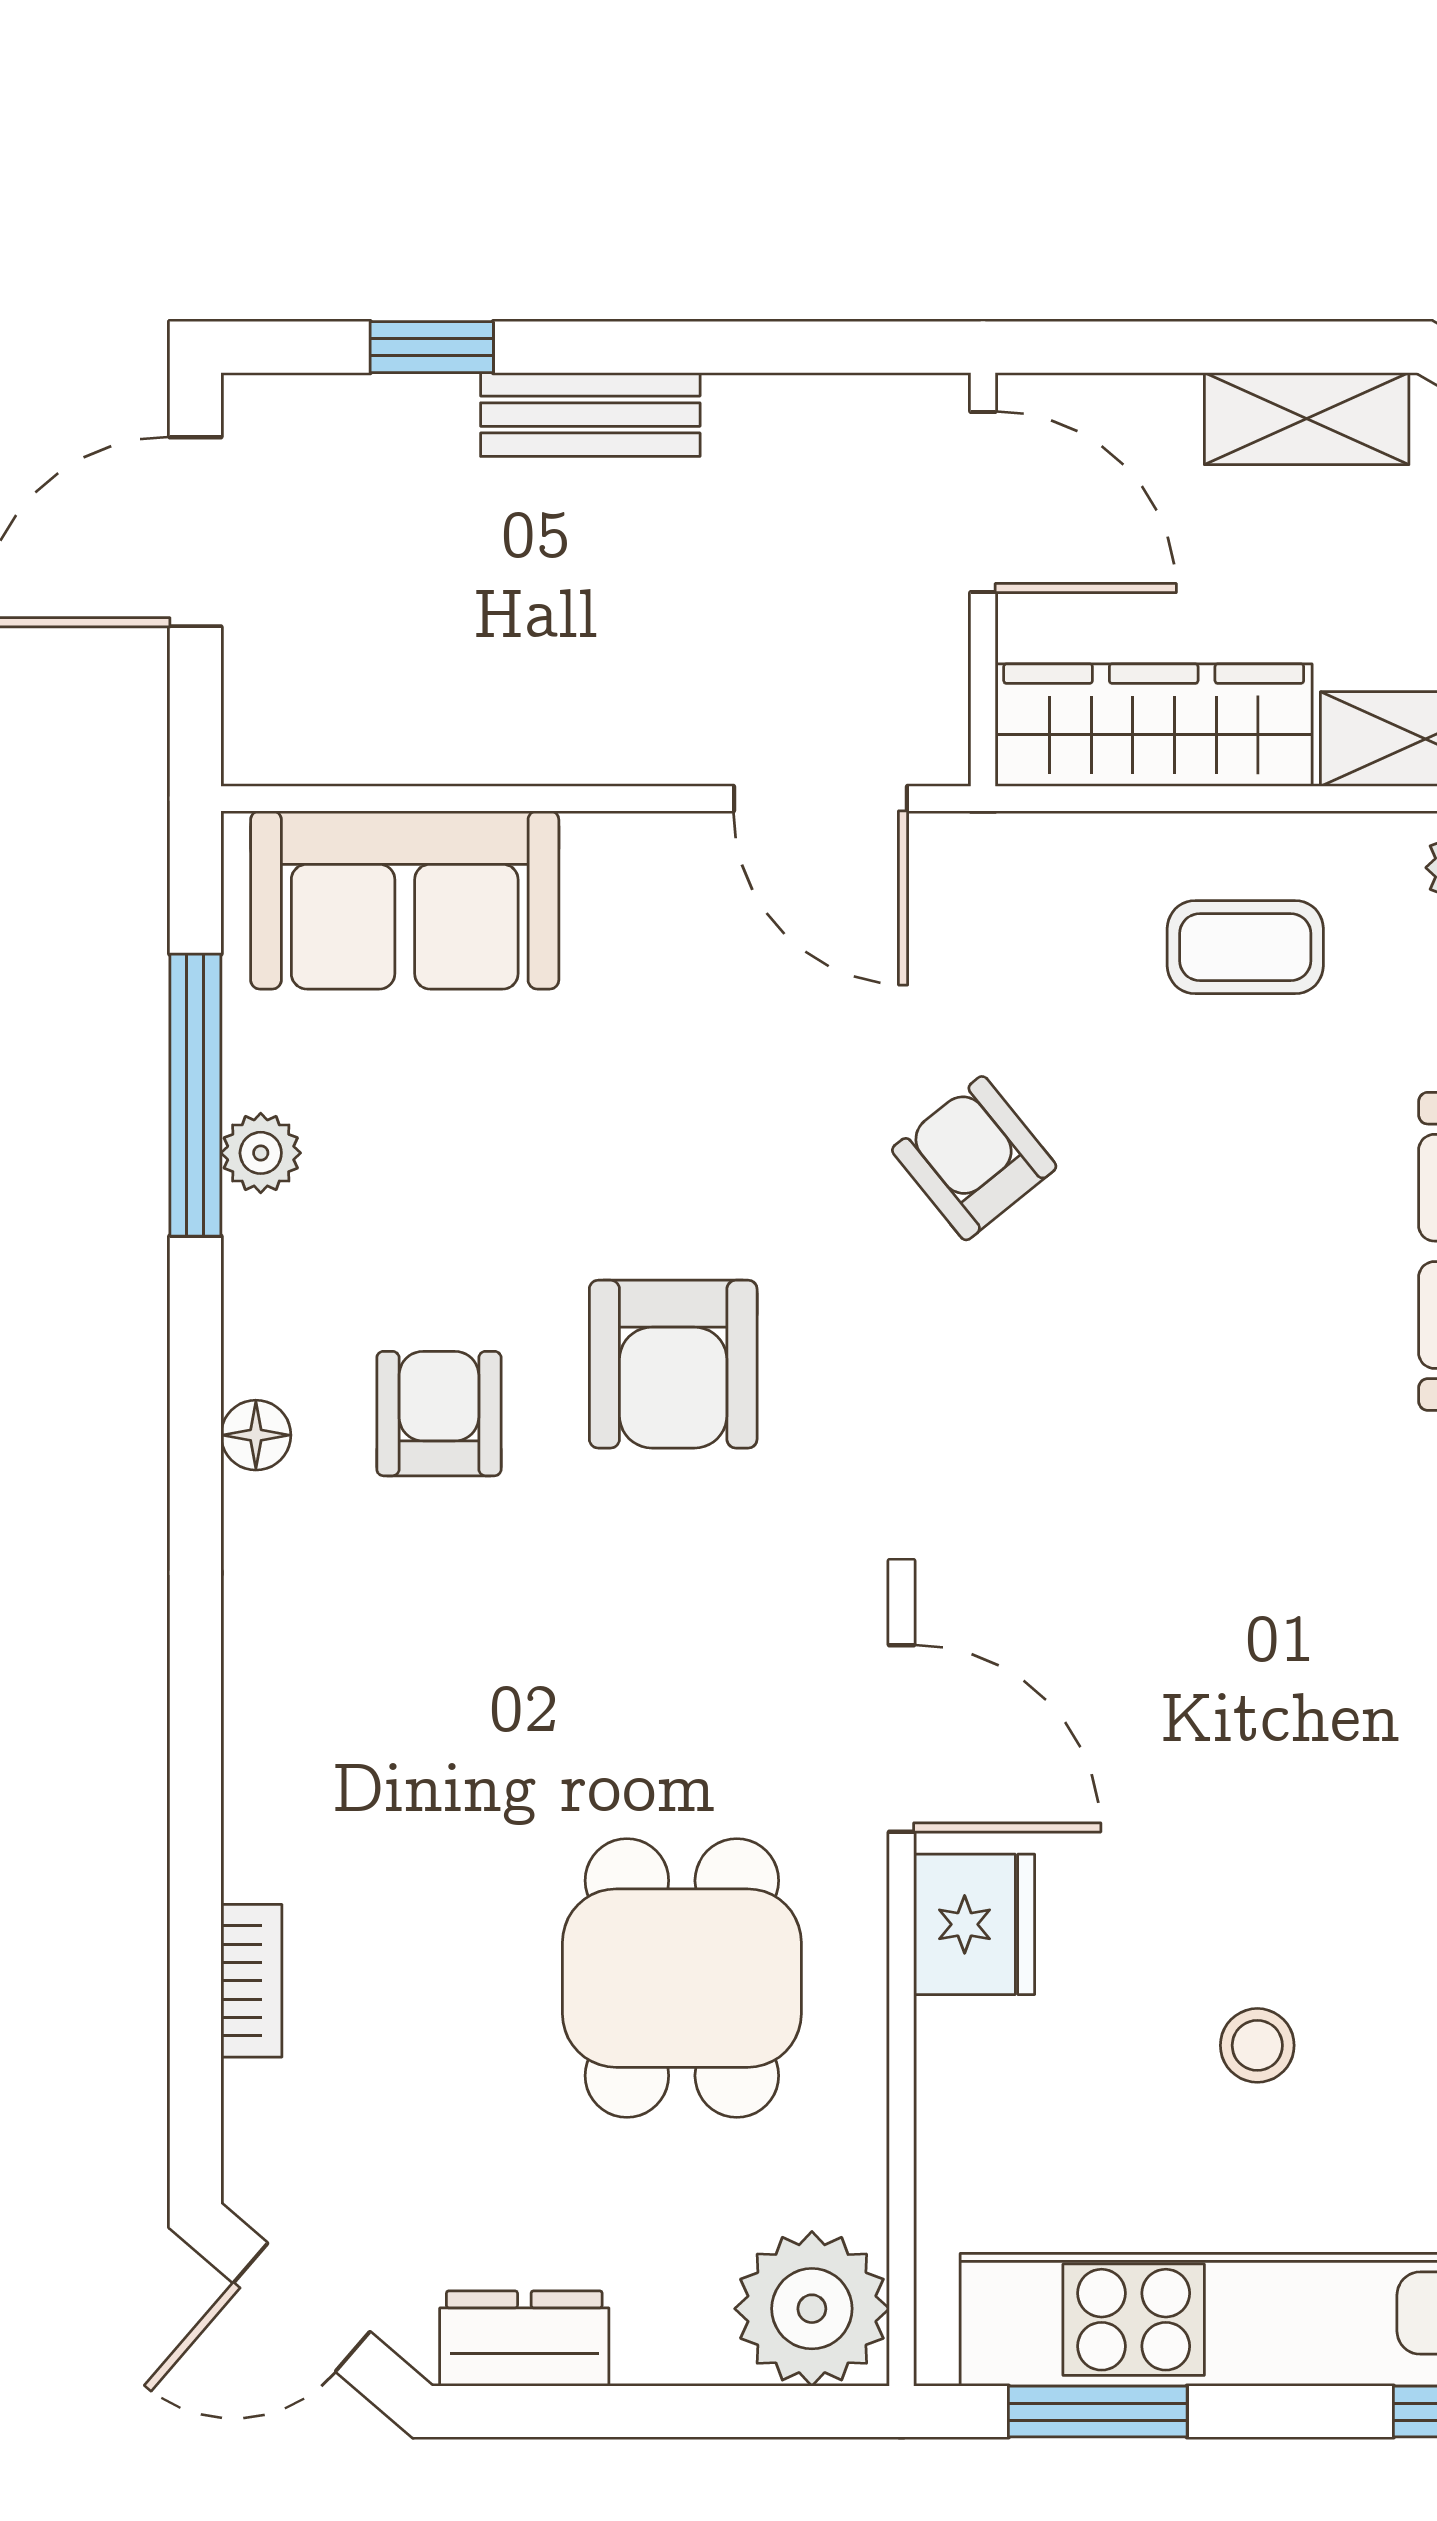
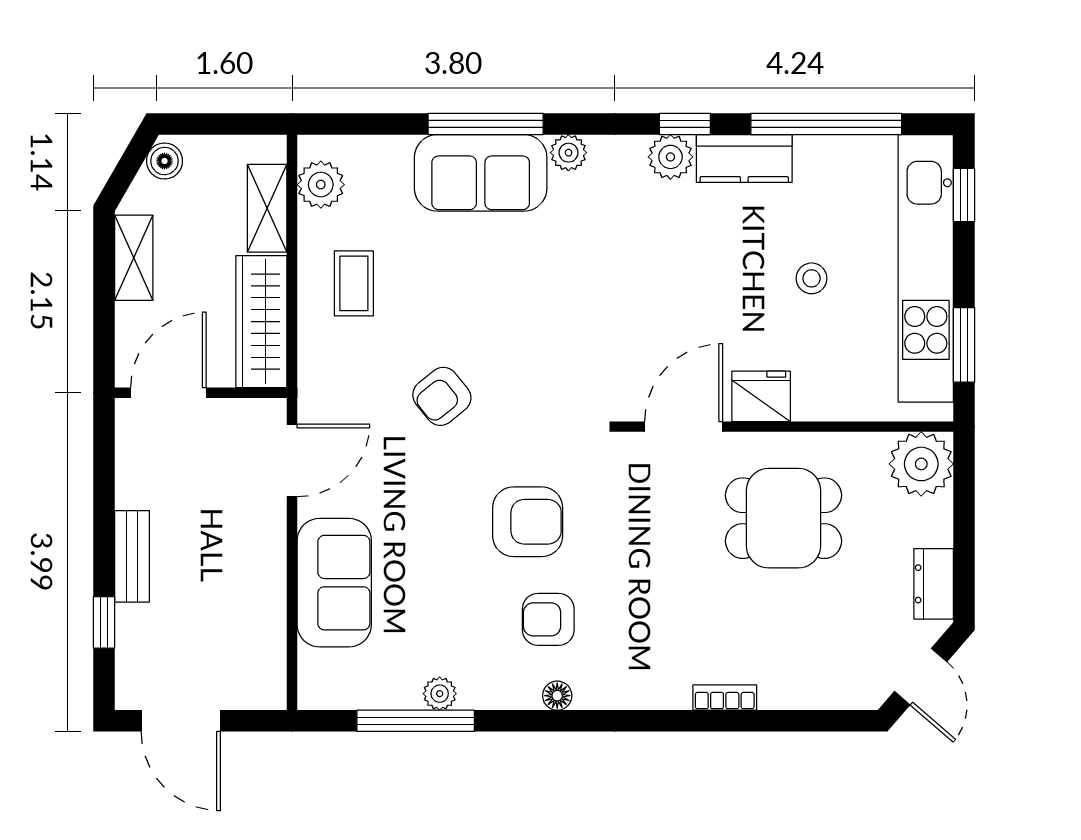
sofa: (405, 900) -> (334, 583), moved
bookcase: (251, 1981) -> (725, 698), moved

